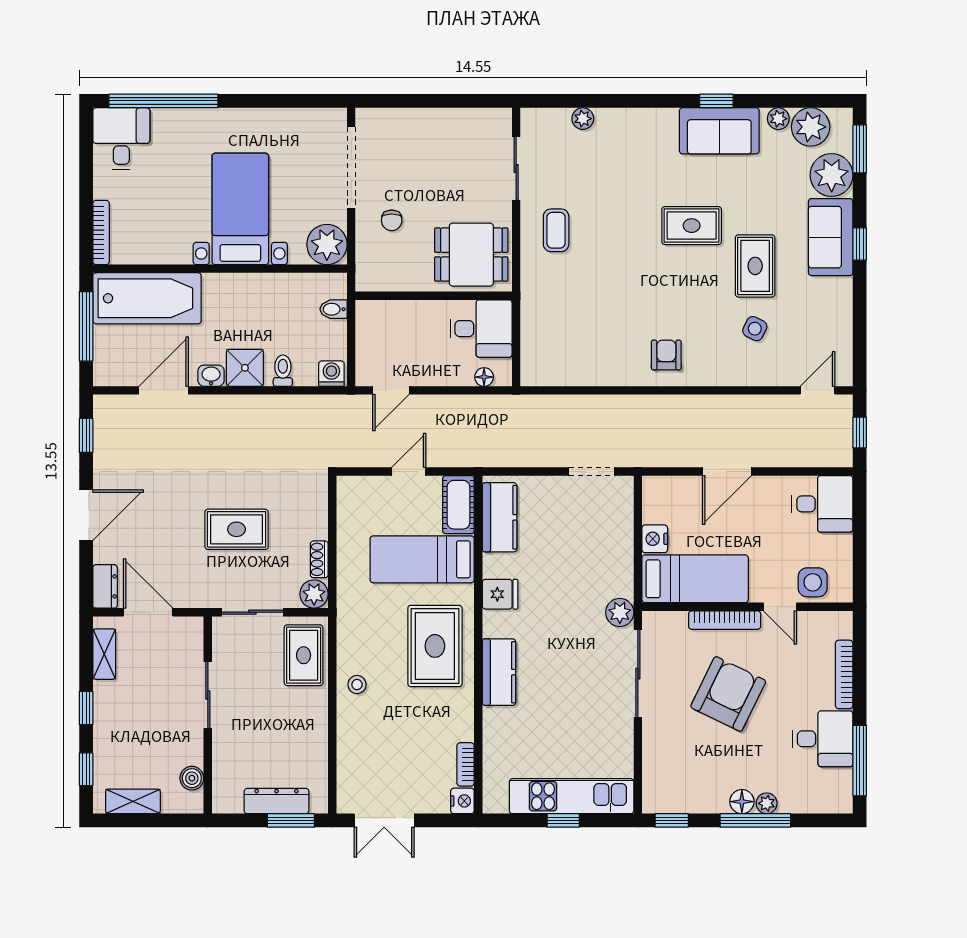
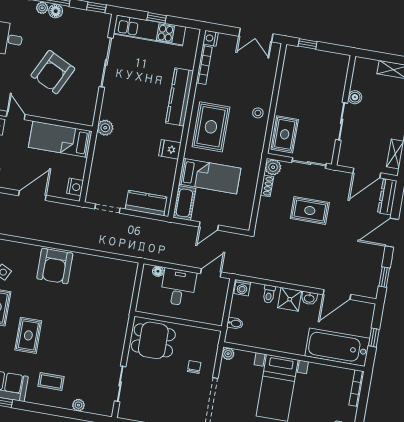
rug: (692, 226) -> (28, 335), turned 90
coffee table: (556, 230) -> (51, 381), moved, turned 90
plant: (327, 244) -> (228, 354), width x0.53, depth x0.53
window: (86, 326) -> (374, 338), width x0.46
desk: (481, 329) -> (178, 287), moved, turned 90
armchair: (666, 355) -> (55, 266), width x1.88, depth x1.88
kitchen counter: (500, 517) -> (146, 203), moved, turned 90
nightstand: (655, 539) -> (75, 187), moved
dresser: (105, 586) -> (387, 197), width x1.44
door: (148, 612) -> (367, 173), hinge flipped
bookcase: (725, 620) -> (48, 113), removed
kitchen counter: (499, 672) -> (180, 97), width x1.50
sliding door: (638, 674) -> (106, 62), moved
bookcase: (466, 764) -> (204, 65), width x1.56
boiler: (192, 778) -> (355, 97), moved
dresser: (277, 801) -> (314, 56), removed
window: (291, 820) -> (308, 44), width x0.67
double door: (384, 820) -> (256, 35), swing flipped

